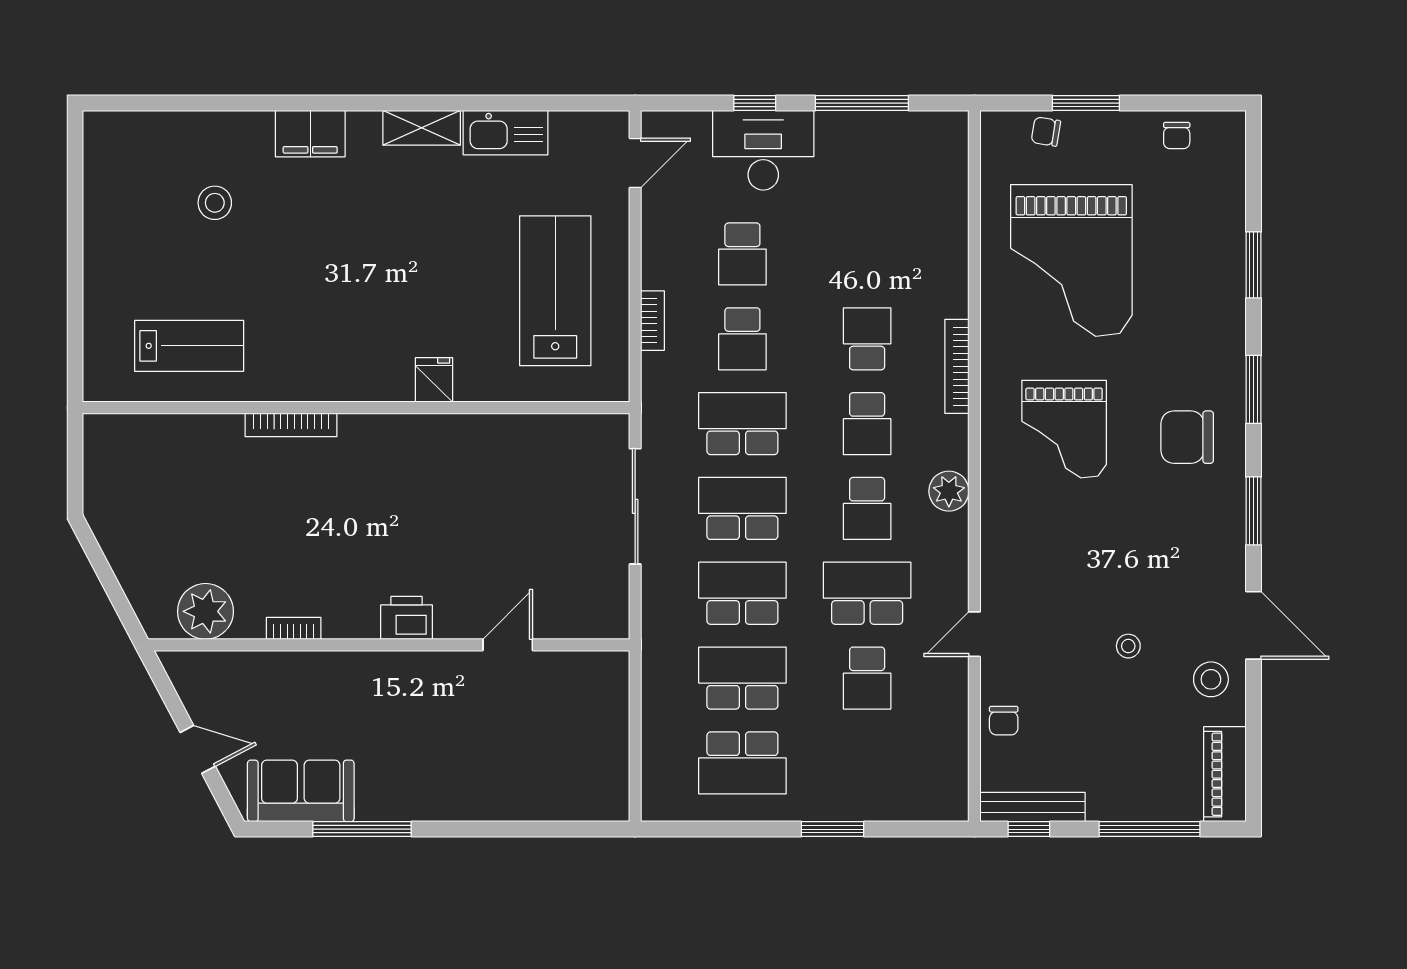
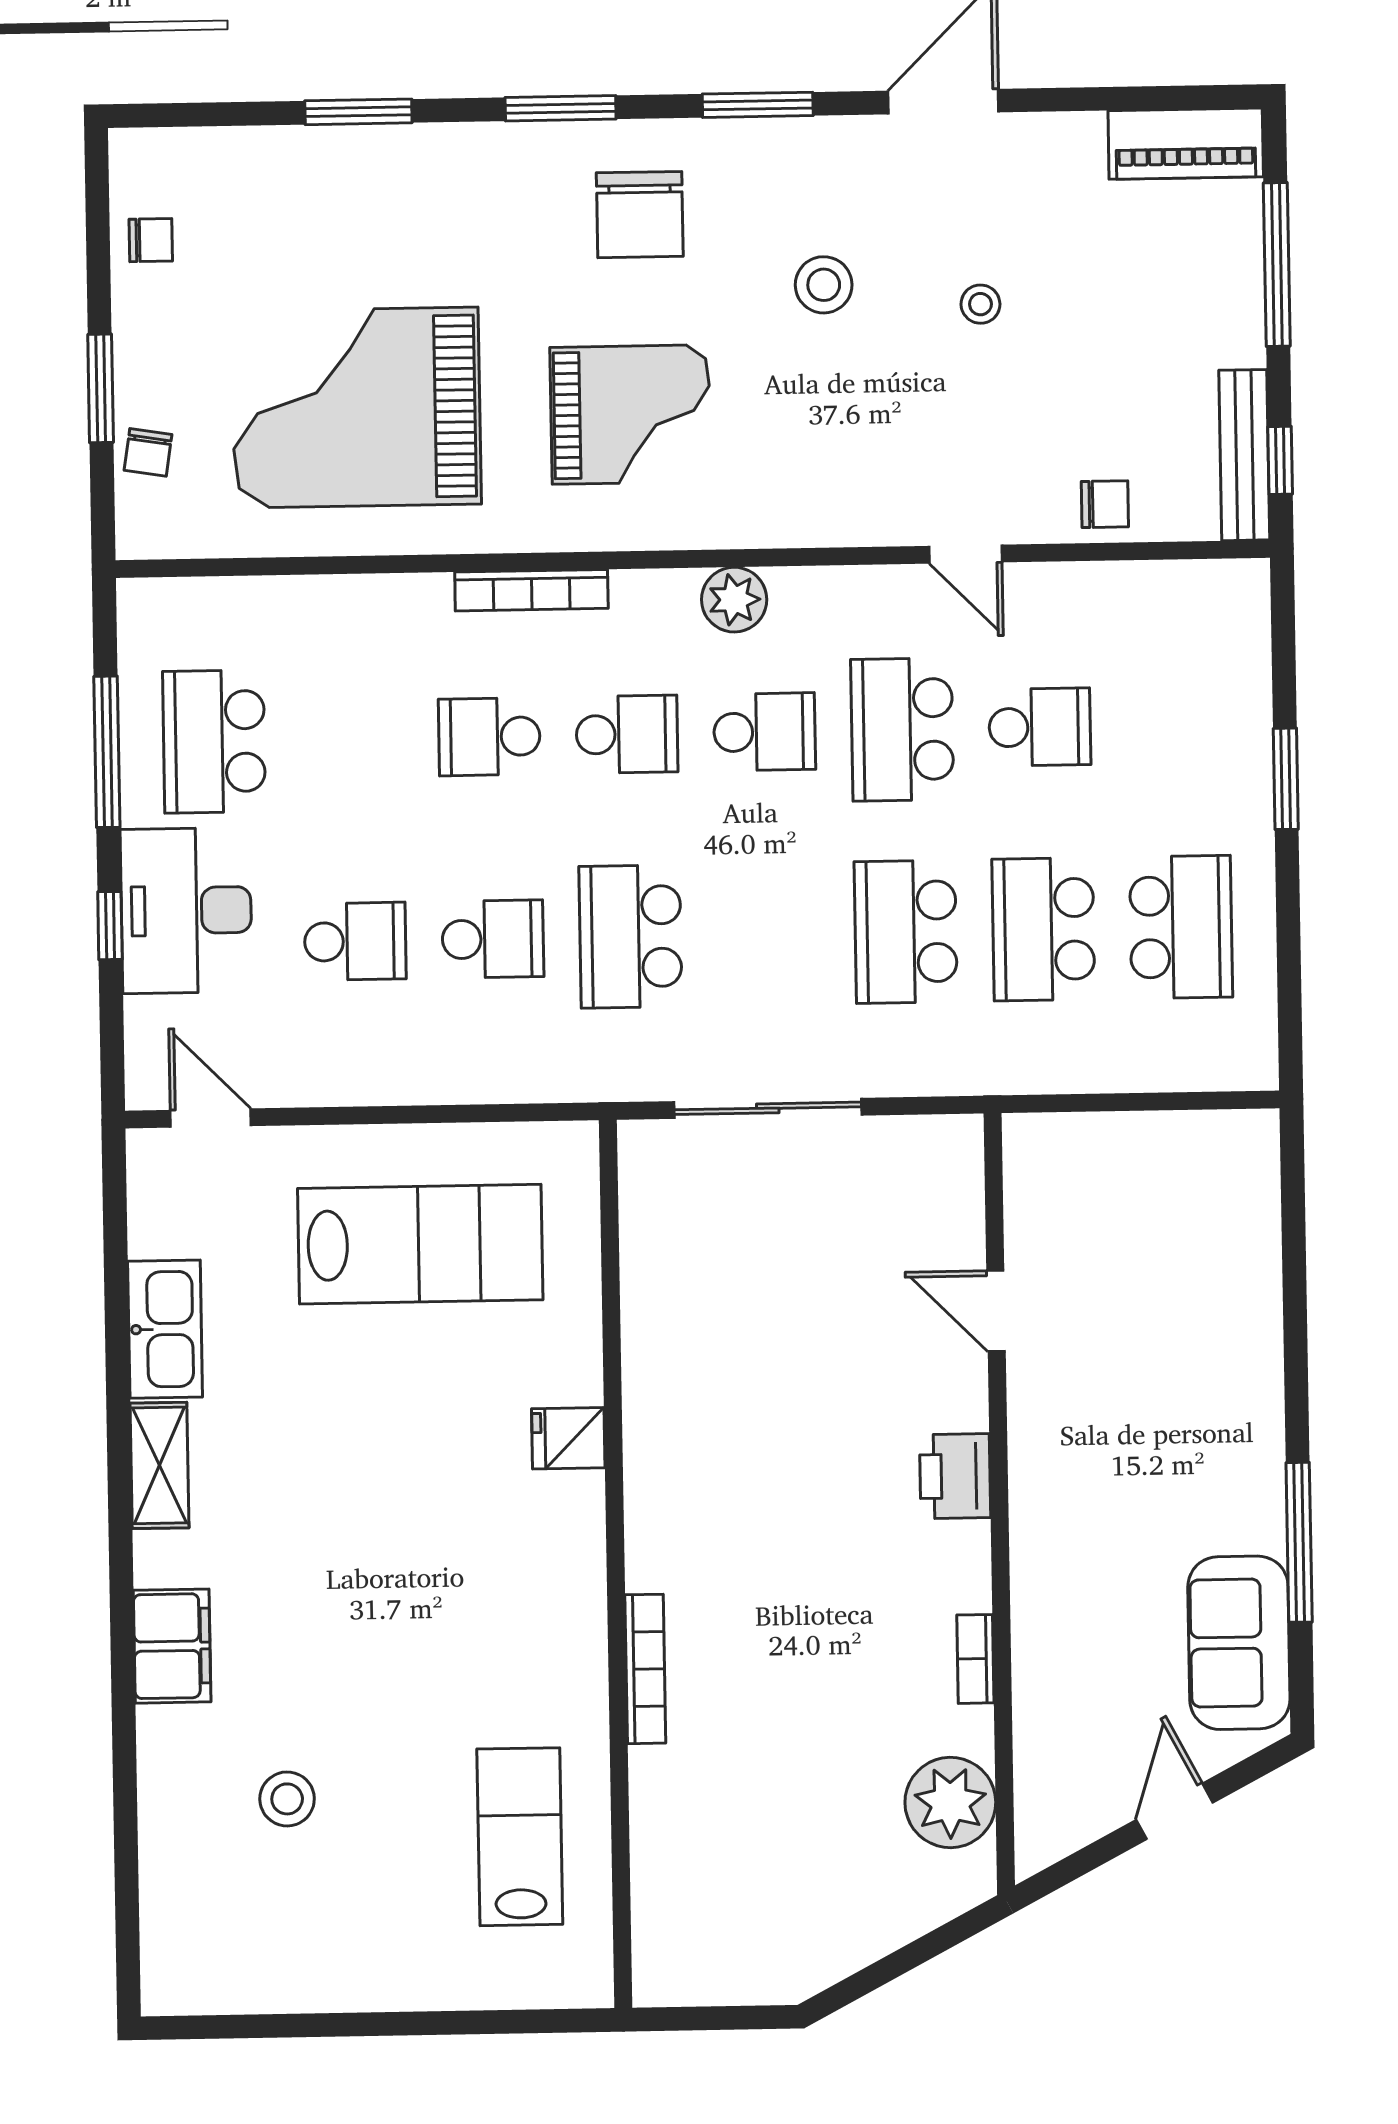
grand piano: (1071, 260) -> (356, 408), turned 180
lab bench: (555, 291) -> (420, 1244), turned 180
bookcase: (652, 321) -> (466, 1085), removed
school desk: (742, 508) -> (214, 741), moved
stool: (1211, 679) -> (824, 285), moved

